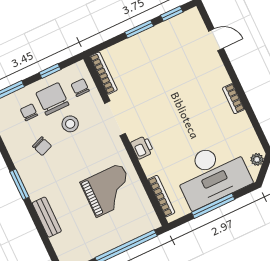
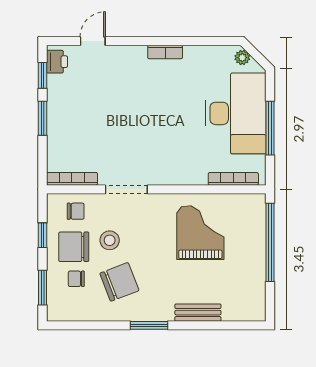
chair: (80, 88) -> (76, 211), turned 180
chair: (42, 146) -> (119, 282), width x1.87, depth x1.87
printer: (142, 147) -> (57, 62), moved, turned 90

